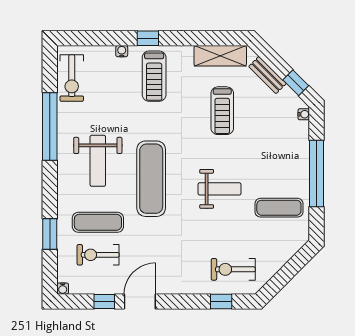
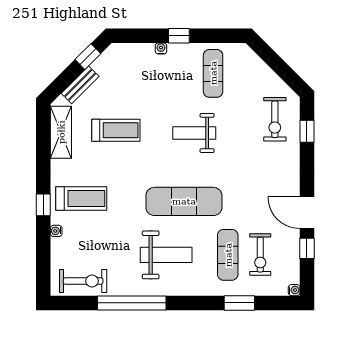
water cooler: (304, 114) -> (161, 49), moved
window: (317, 174) -> (179, 36), width x0.32
weight bench: (219, 189) -> (194, 133), turned -90

